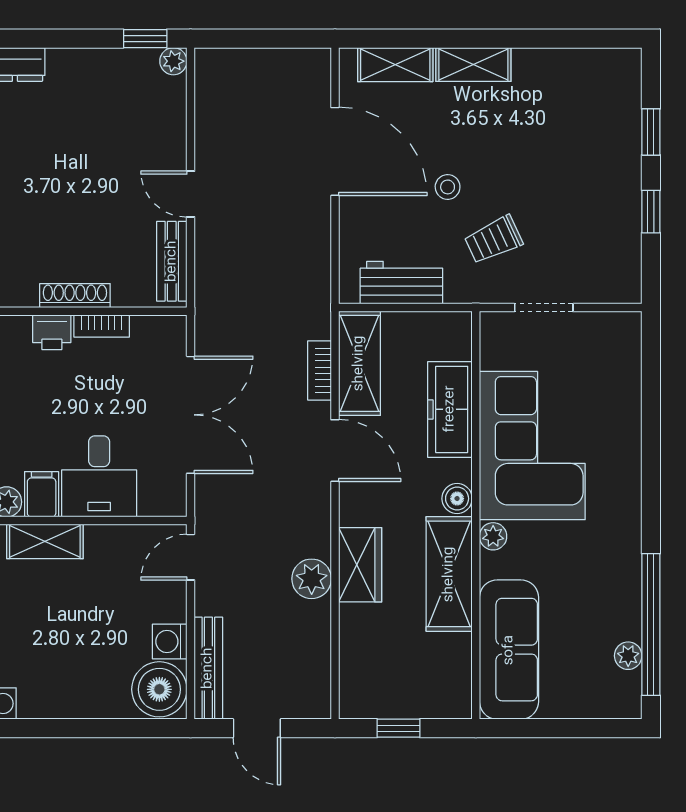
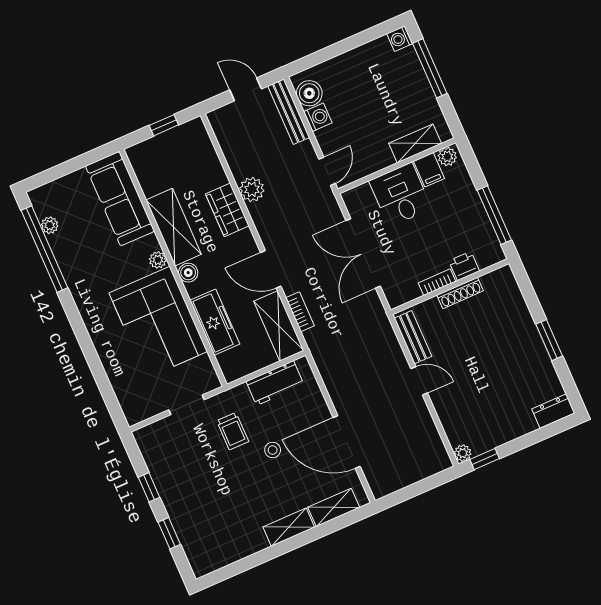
trolley: (494, 240) -> (233, 431), turned 115
boiler: (159, 689) -> (309, 93), width x0.73, depth x0.73

